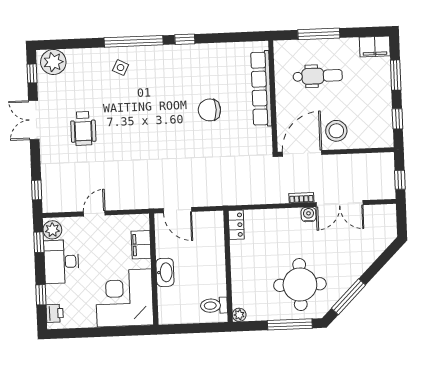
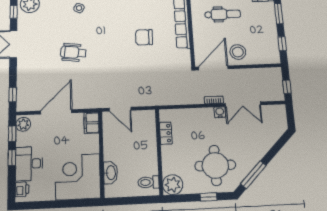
wheelchair: (83, 128) -> (73, 52), moved, turned 97
door: (94, 213) -> (56, 112), width x1.87
locker: (236, 225) -> (166, 133), moved
filing cabinet: (141, 245) -> (91, 123), moved
desk: (61, 262) -> (29, 164), moved
washbasin: (165, 272) -> (111, 173), moved
window: (41, 295) -> (12, 158), moved
plant: (239, 315) -> (173, 185), width x1.87, depth x1.87
window: (290, 324) -> (208, 197), width x0.46

